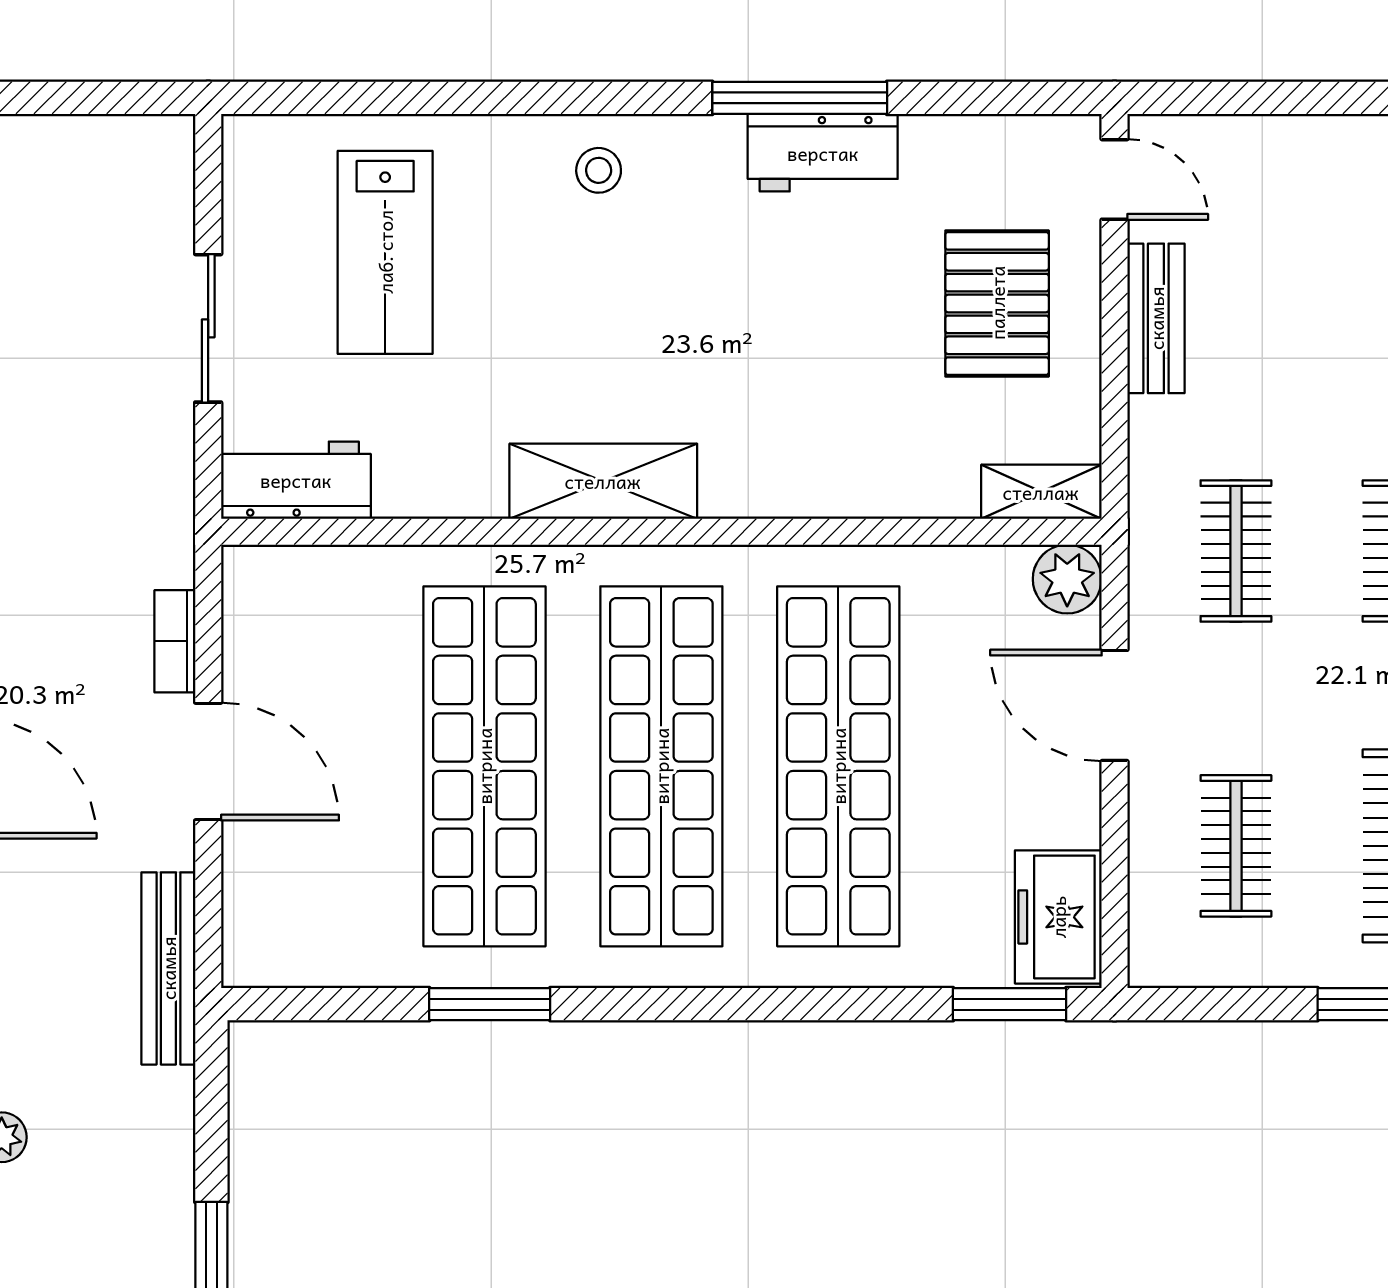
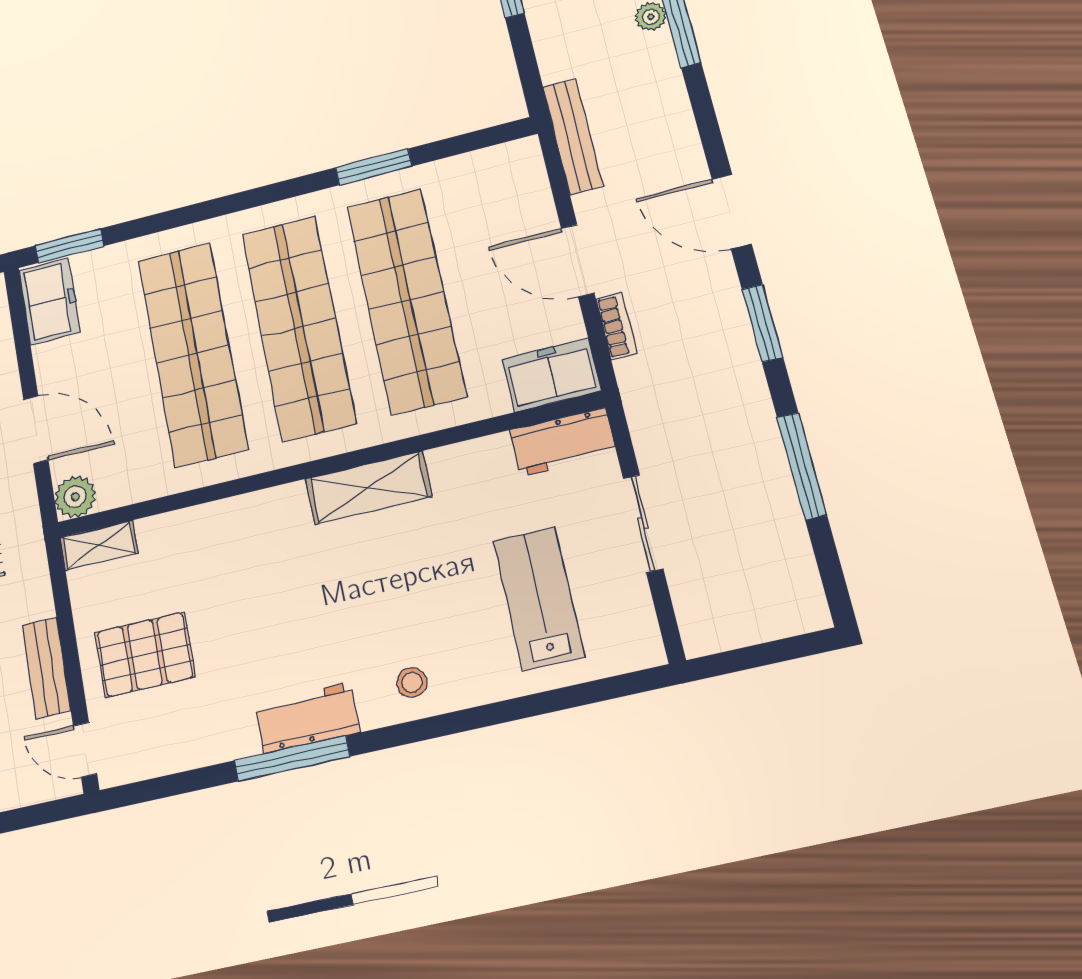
workbench: (823, 153) -> (307, 718), moved
pallet: (997, 303) -> (145, 655), turned 90
freezer: (289, 589) -> (552, 375), added

